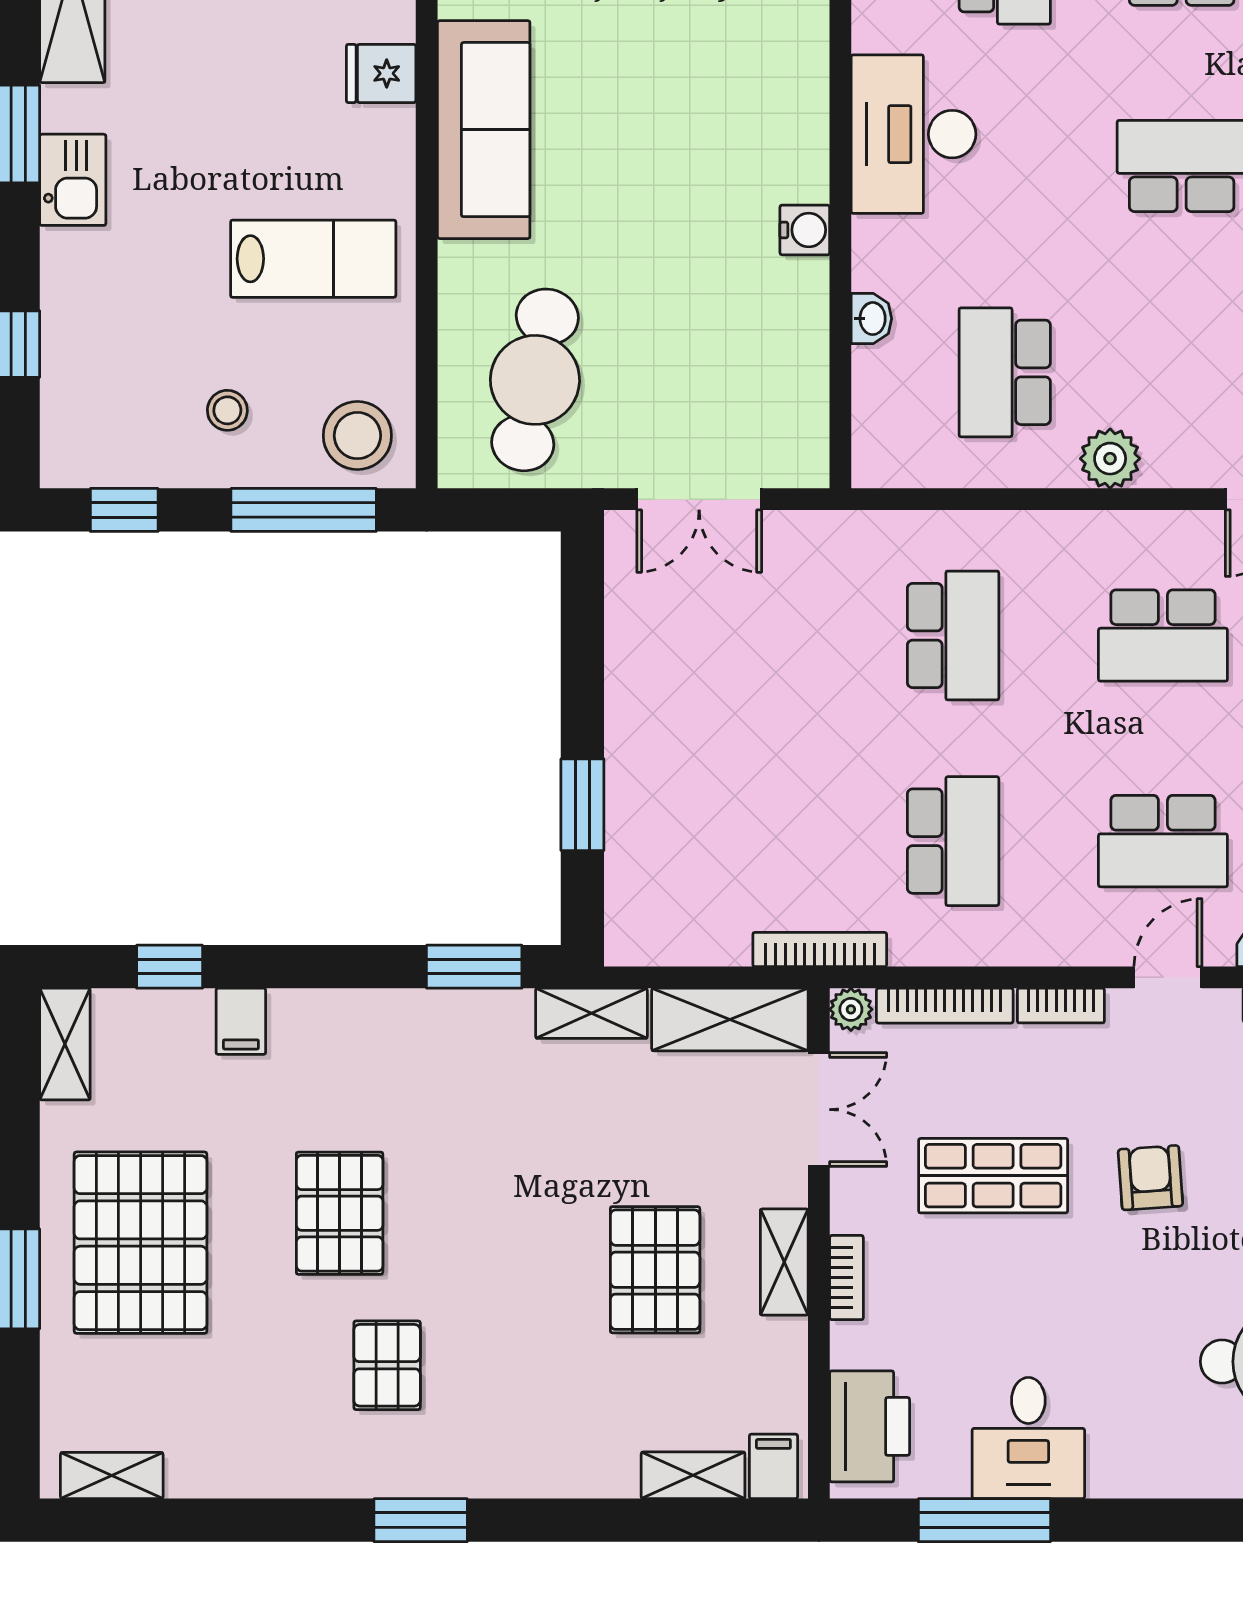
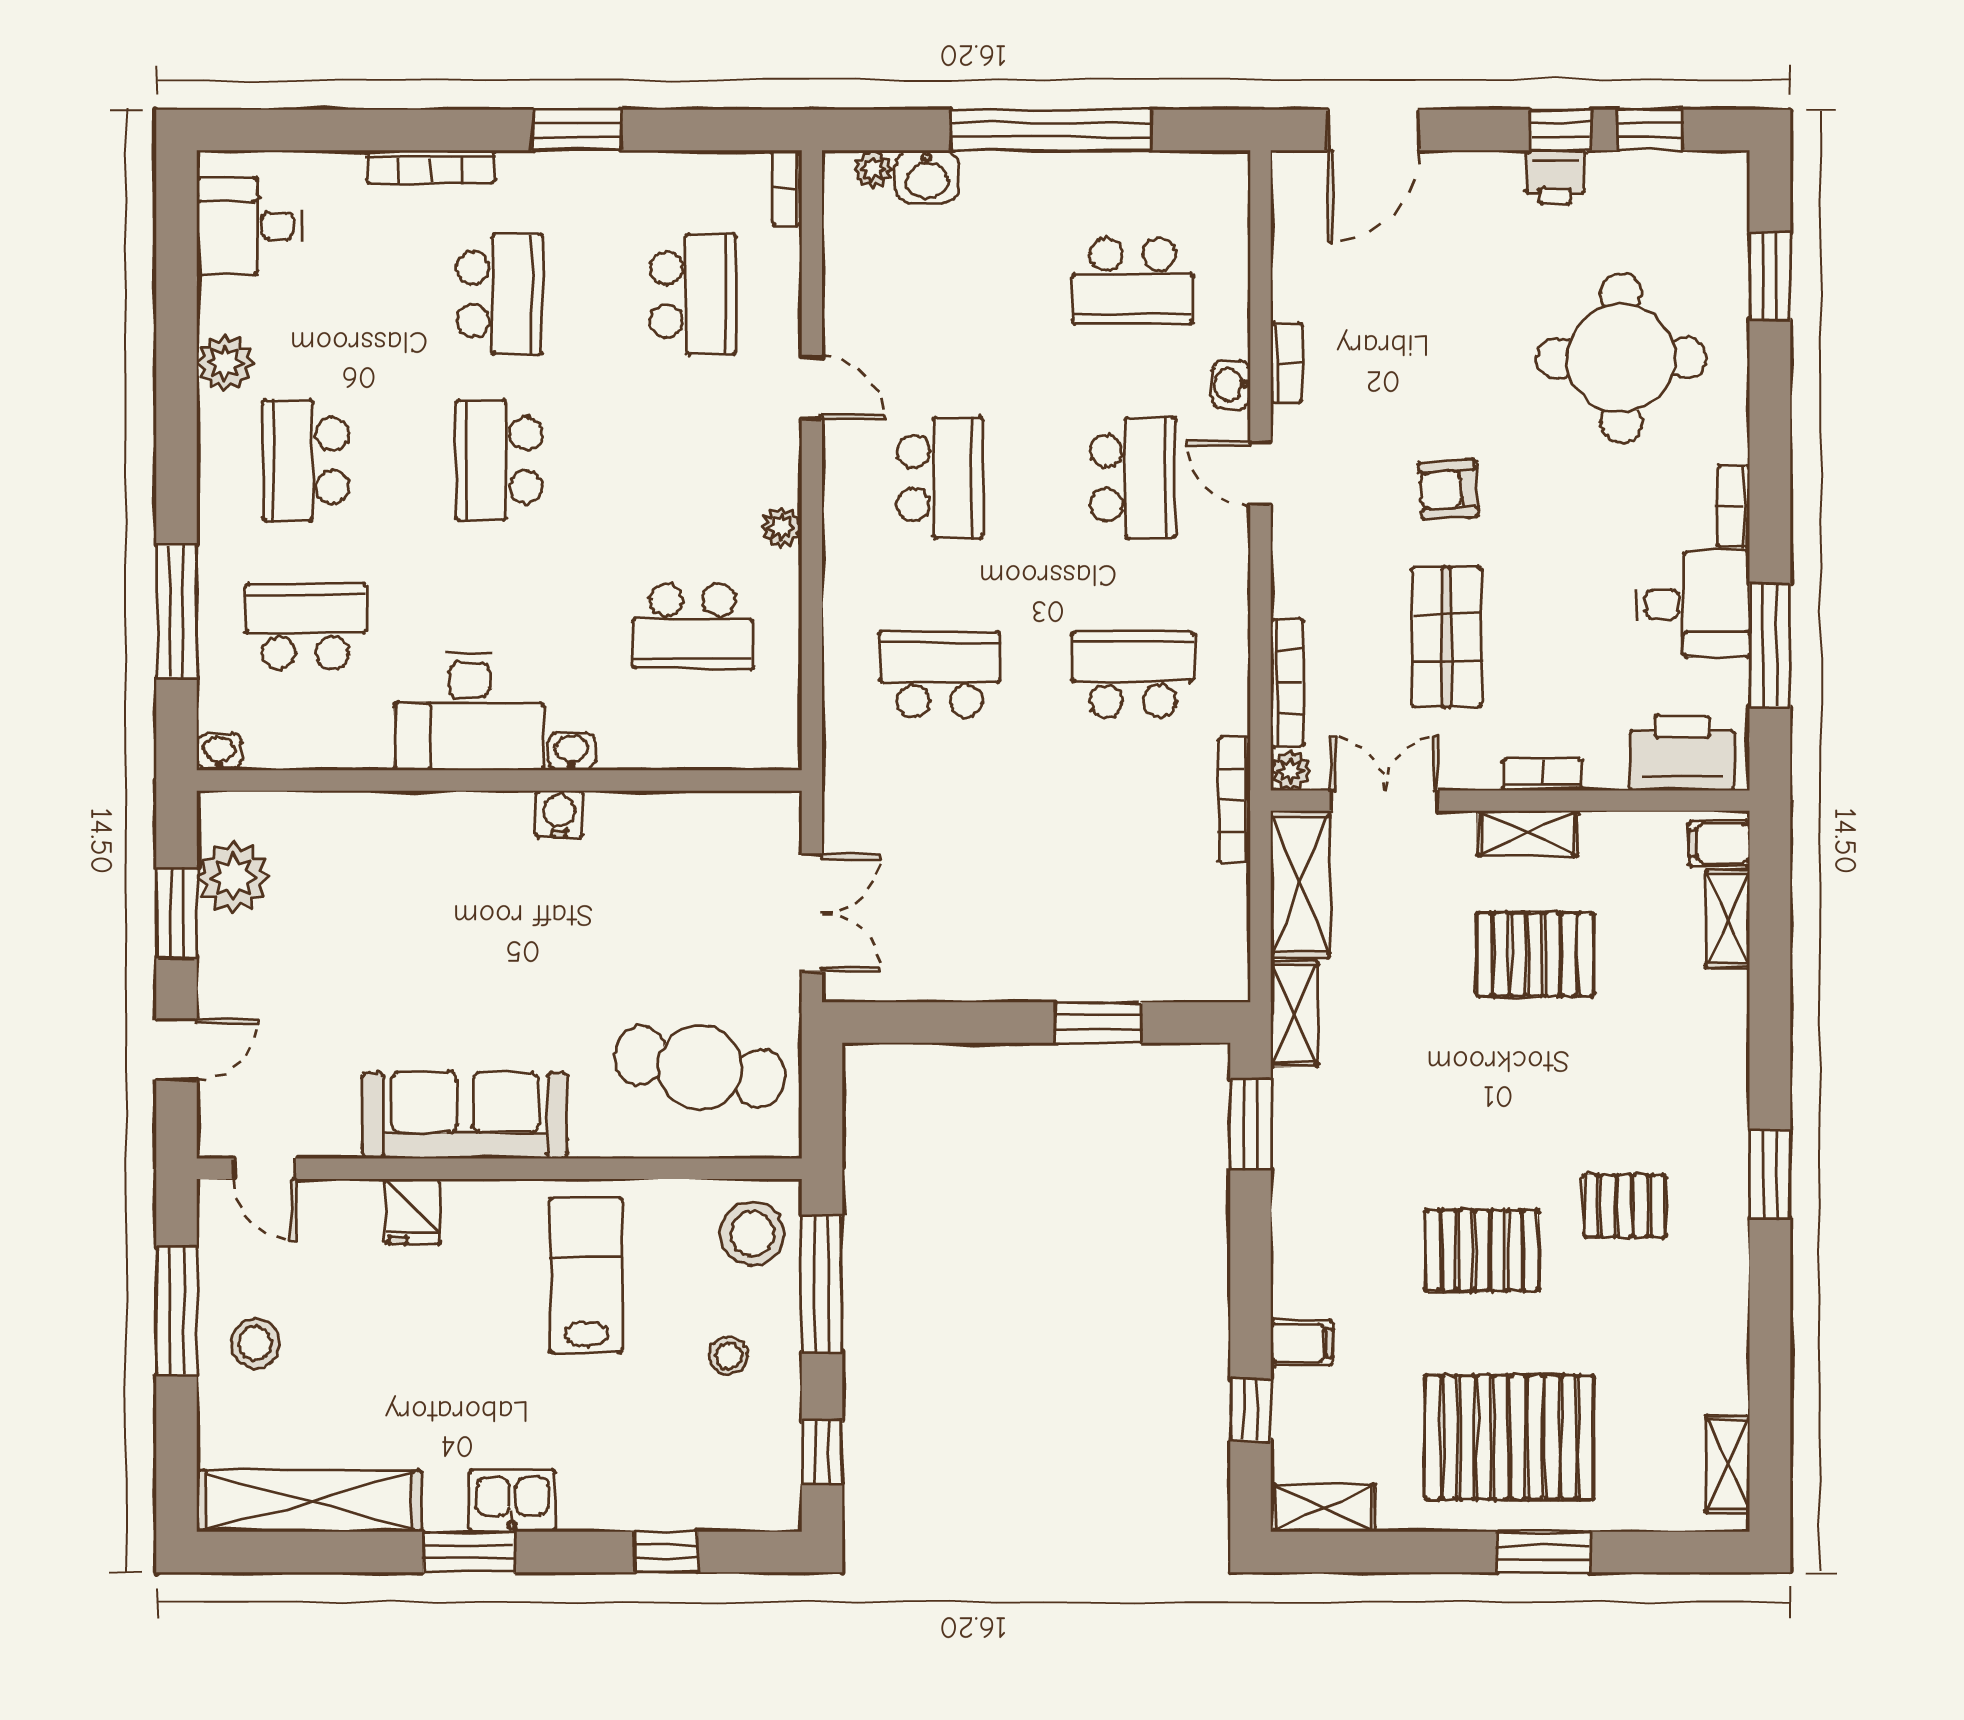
washbasin: (871, 319) -> (571, 751), moved
plant: (1110, 459) -> (781, 527), width x0.73, depth x0.73
bookcase: (1061, 1006) -> (1733, 506), moved, turned 180

